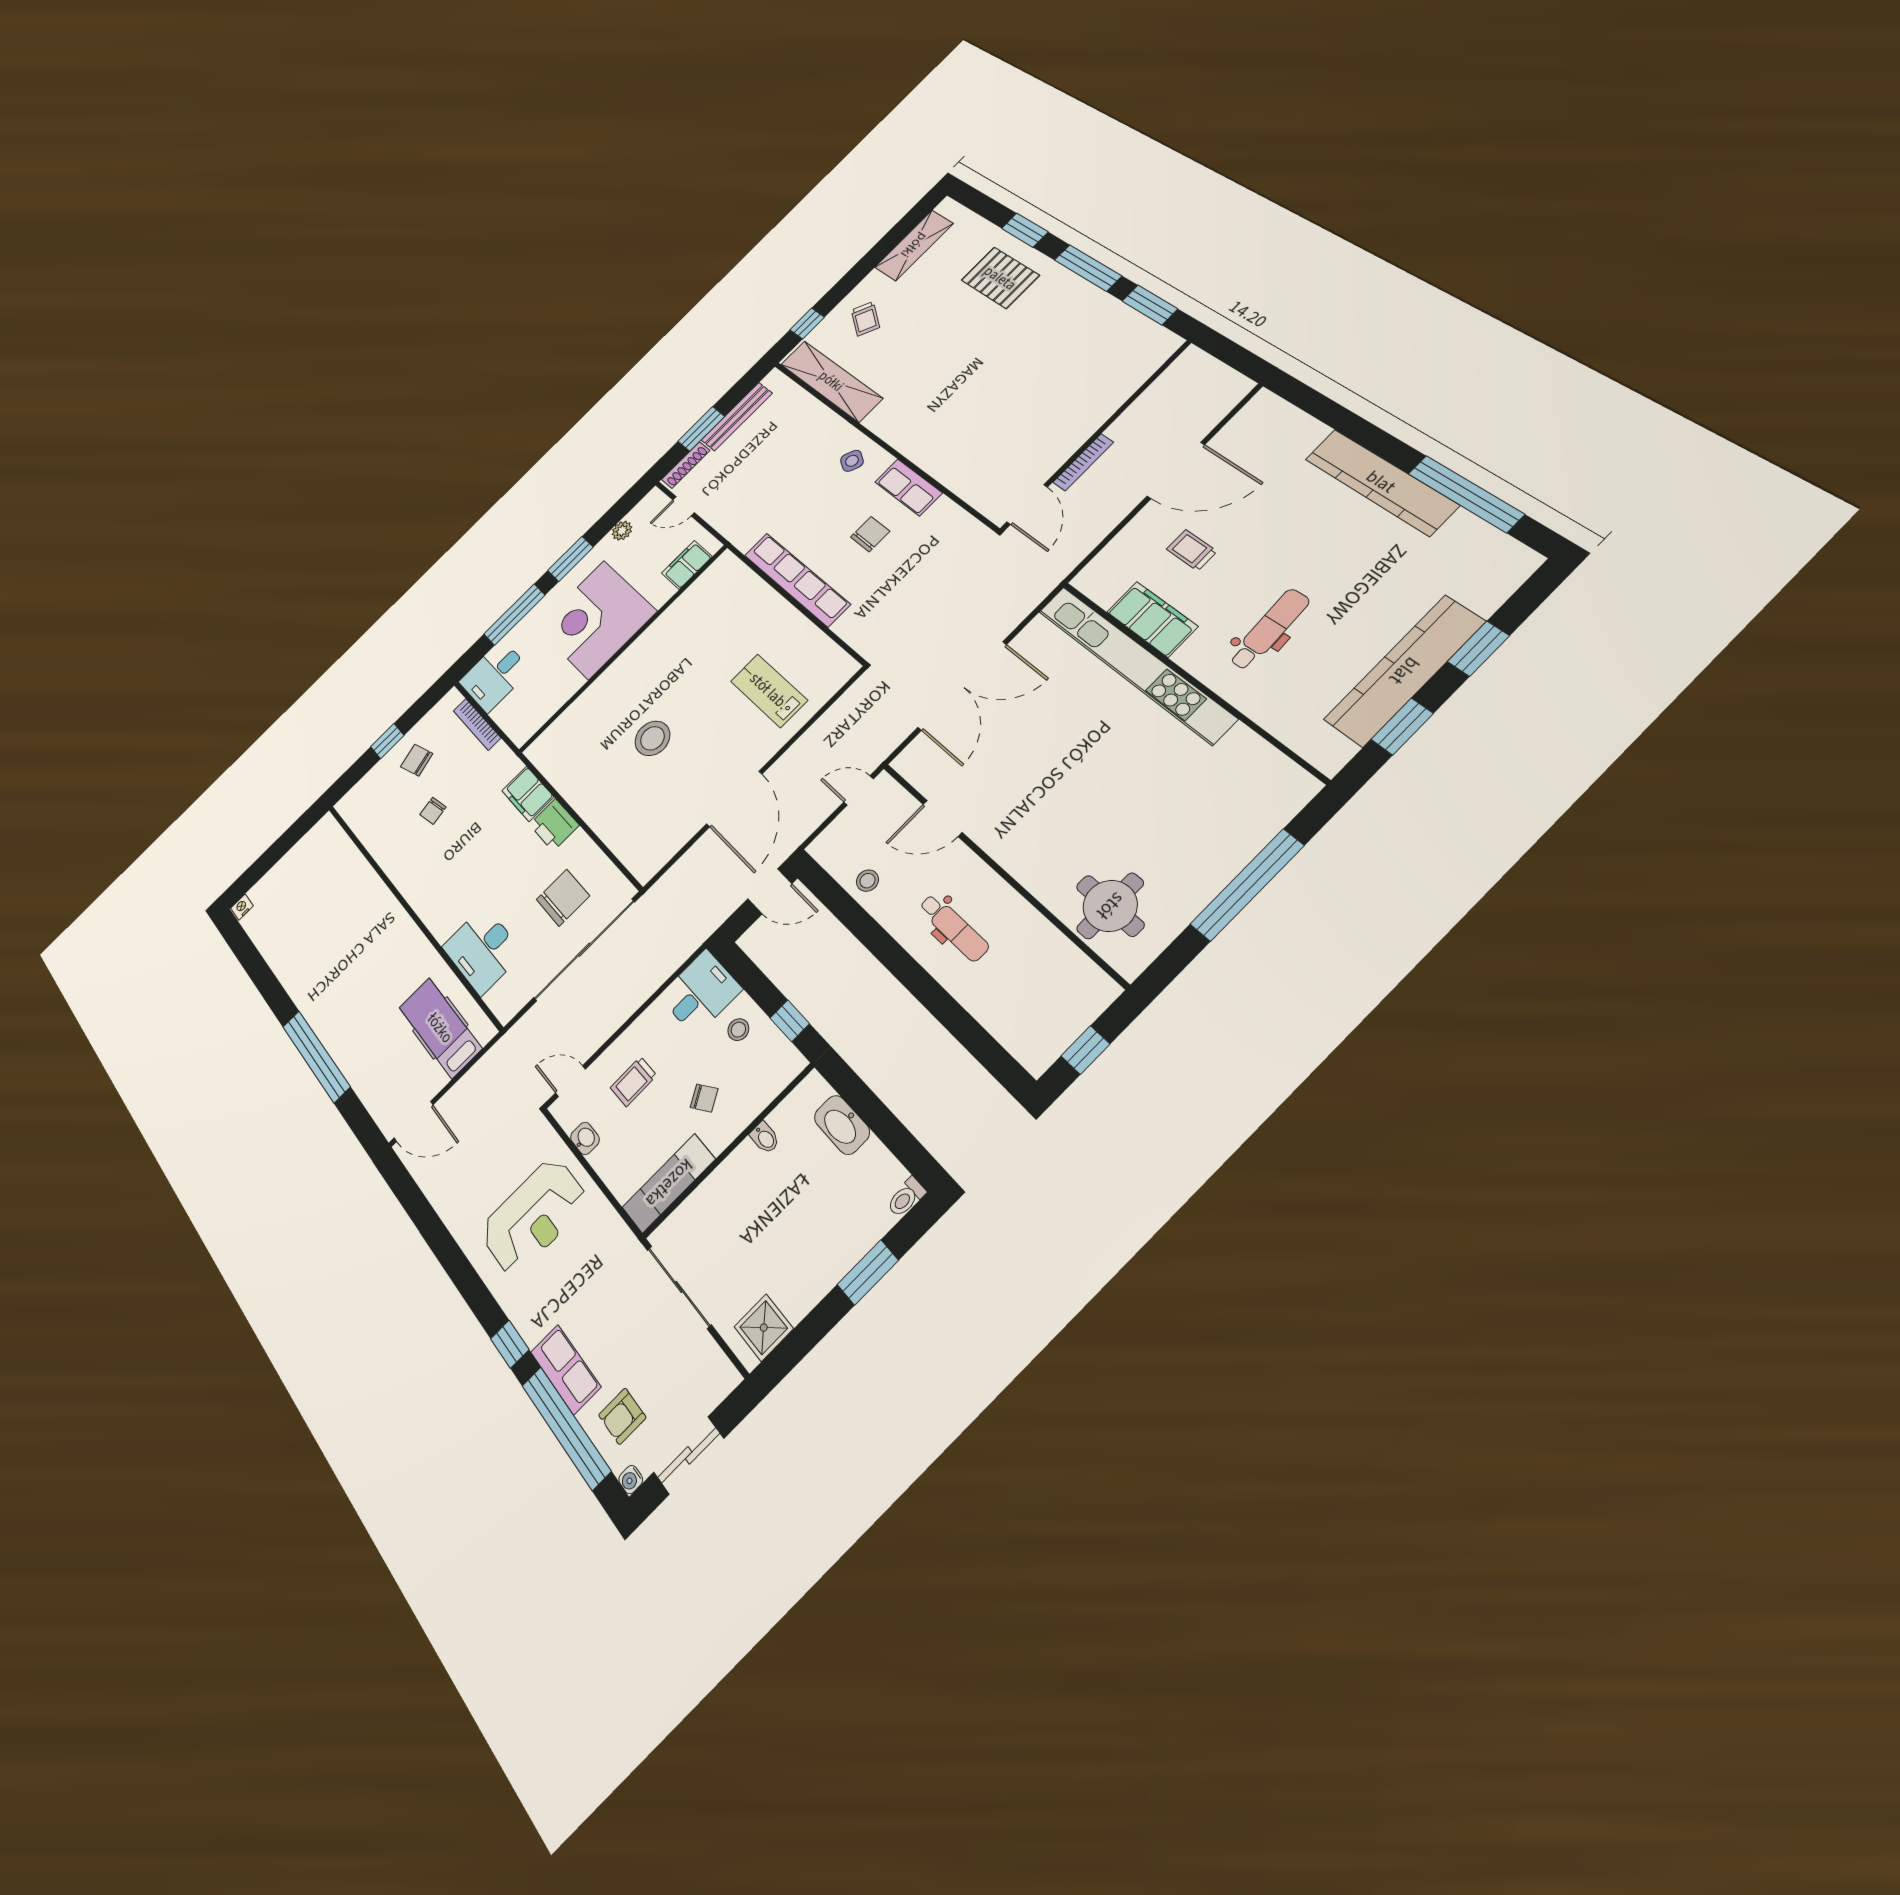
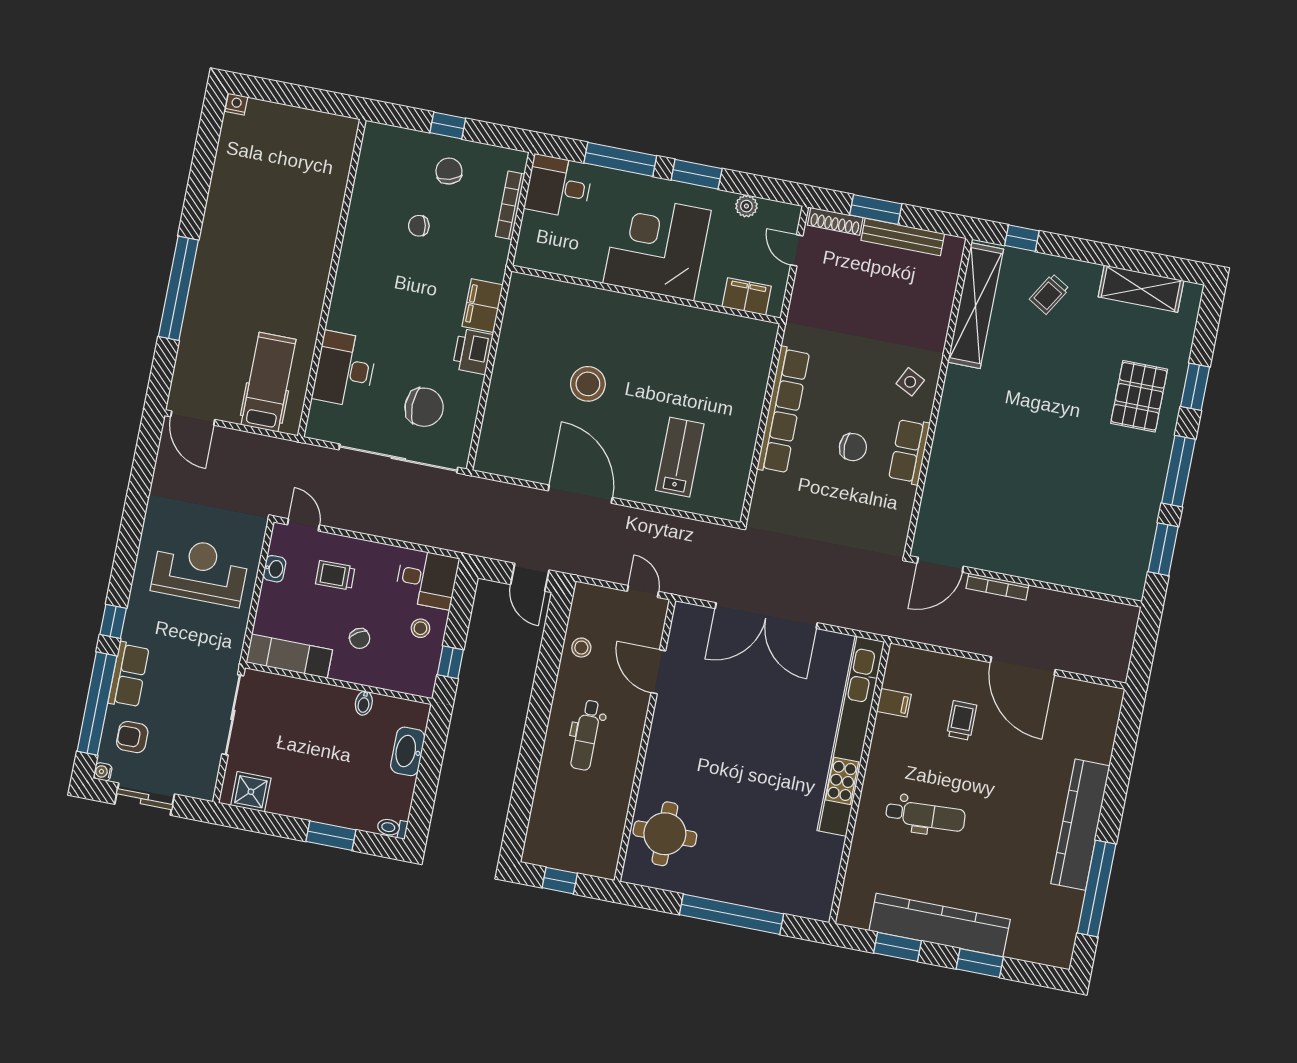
filing cabinet: (1152, 619) -> (894, 703), width x0.33, depth x0.86
door: (734, 799) -> (580, 494), swing flipped
reception desk: (534, 1216) -> (200, 571), turned 180

